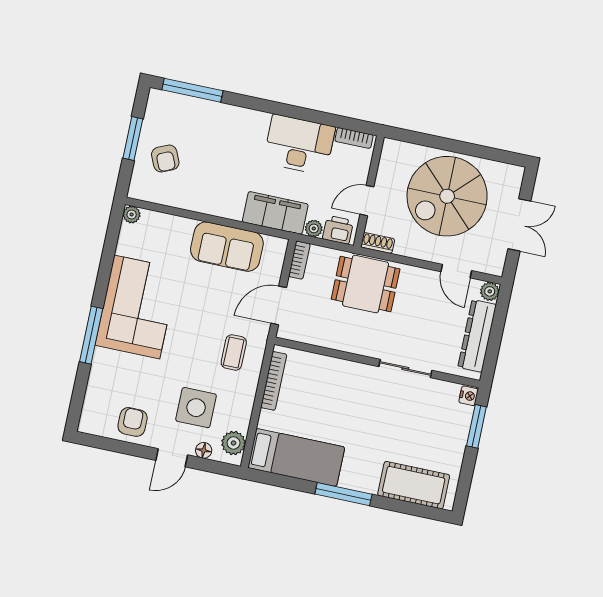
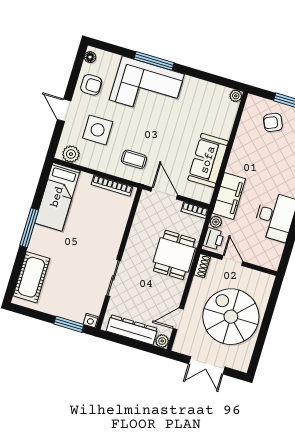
bookcase: (354, 138) -> (277, 255), removed
corner sofa: (137, 307) -> (147, 87), moved
floor lamp: (204, 450) -> (90, 57), moved

